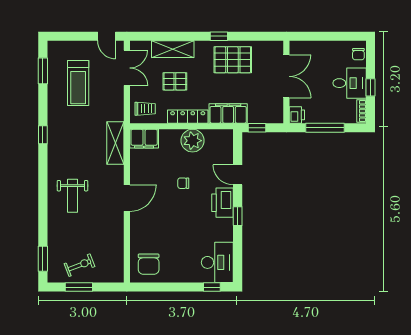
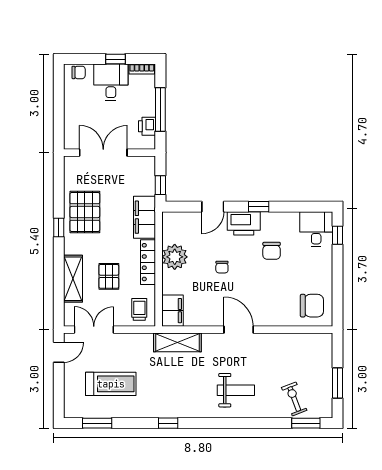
printer: (297, 115) -> (147, 126), moved, turned -90
chair: (198, 228) -> (272, 251), added
desk: (217, 262) -> (316, 229), width x0.73
exercise bike: (79, 265) -> (294, 399), moved

